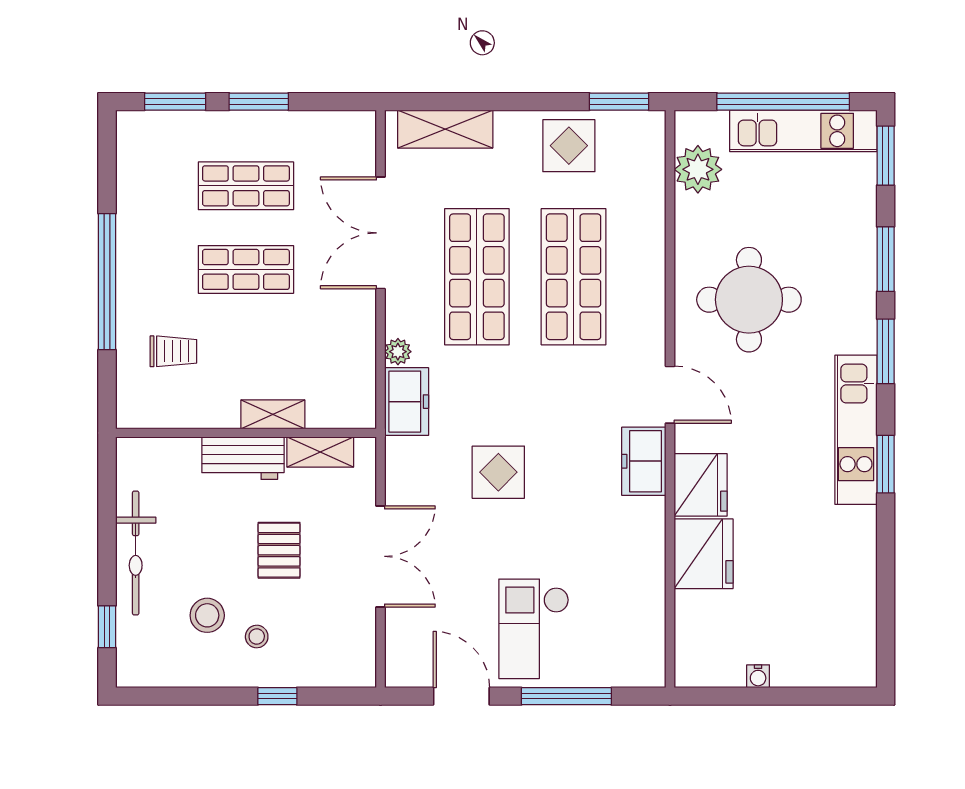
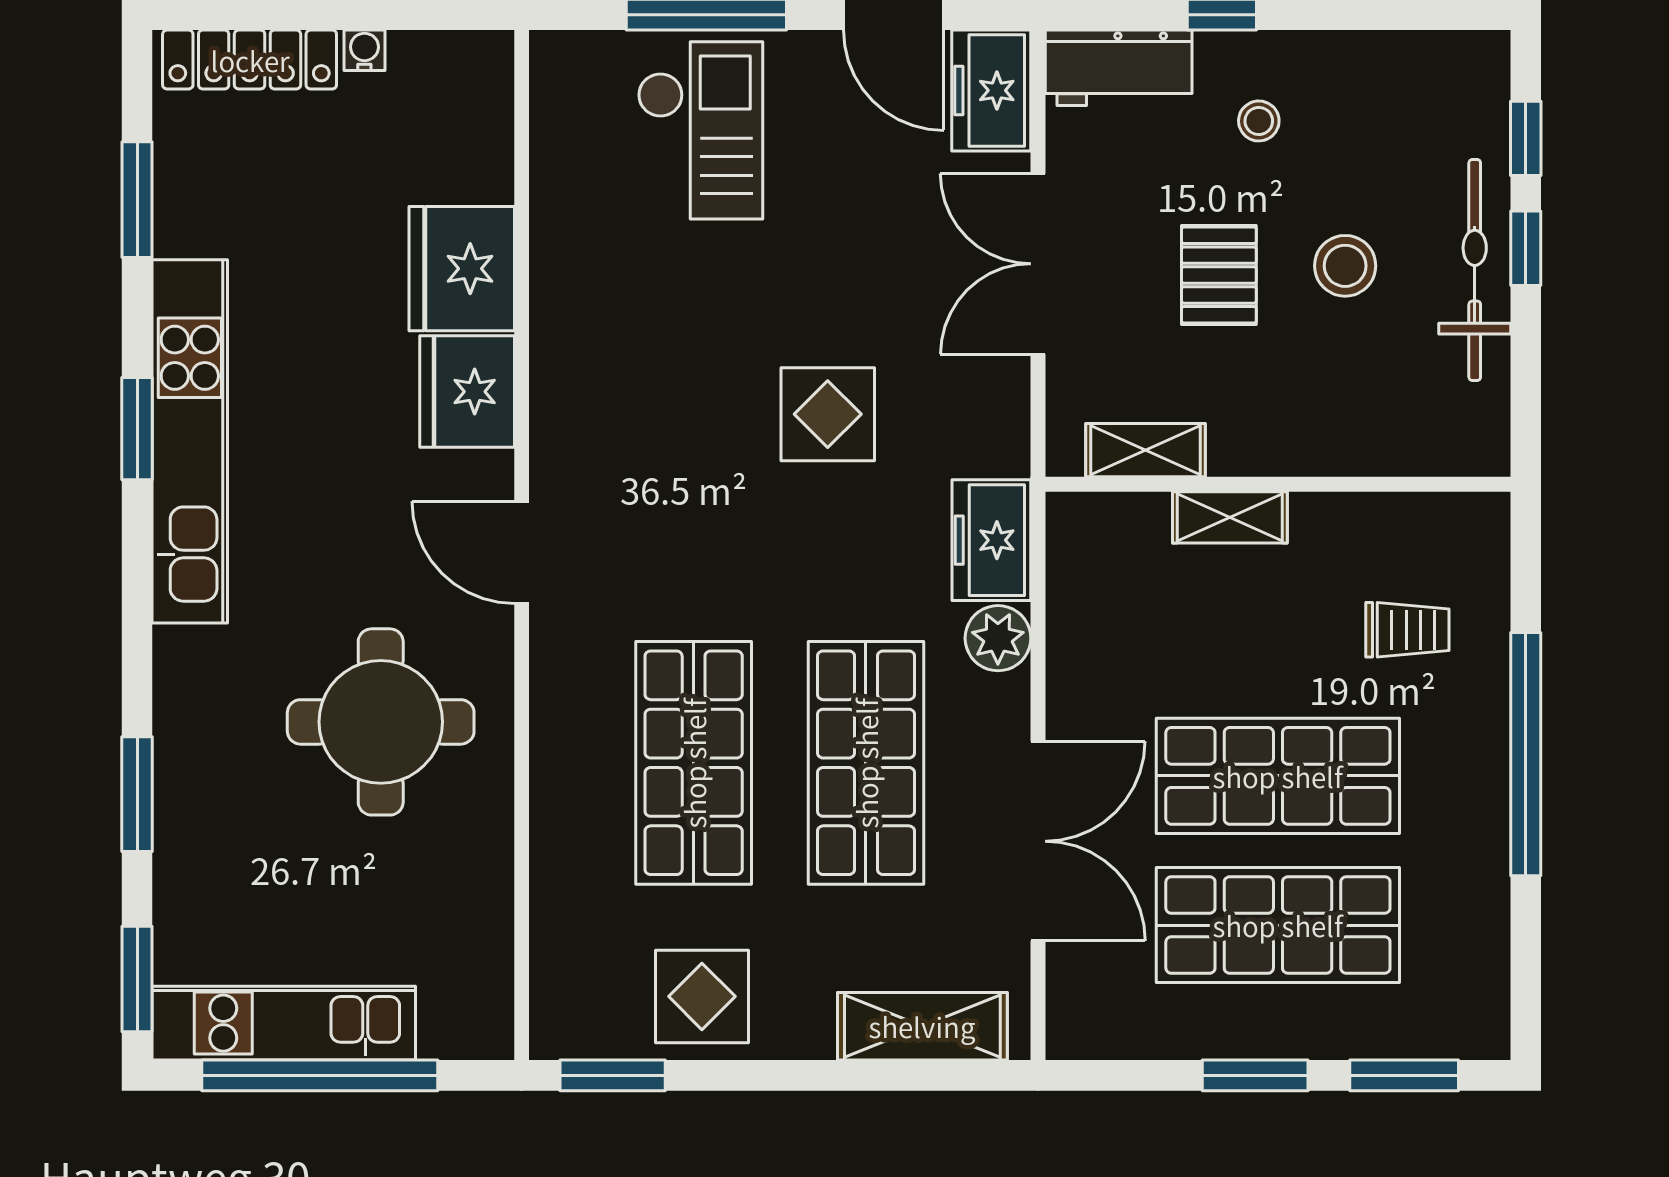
plant: (698, 169) -> (472, 955), removed
shop shelf: (246, 186) -> (1278, 925), width x1.43, depth x1.36
shop shelf: (246, 269) -> (1278, 776), width x1.43, depth x1.36
trolley: (173, 351) -> (1407, 630), turned 180
window: (886, 351) -> (137, 200), moved
plant: (398, 352) -> (998, 638), width x1.38, depth x1.38
kitchen unit: (856, 430) -> (190, 441), width x1.36
workbench: (243, 458) -> (1119, 68), moved, turned 180
freezer: (644, 461) -> (991, 90), moved, turned 180
window: (107, 565) -> (1526, 248), added
stool: (207, 615) -> (1345, 266), moved
checkout: (534, 629) -> (700, 130), moved
locker: (822, 671) -> (250, 60), added

